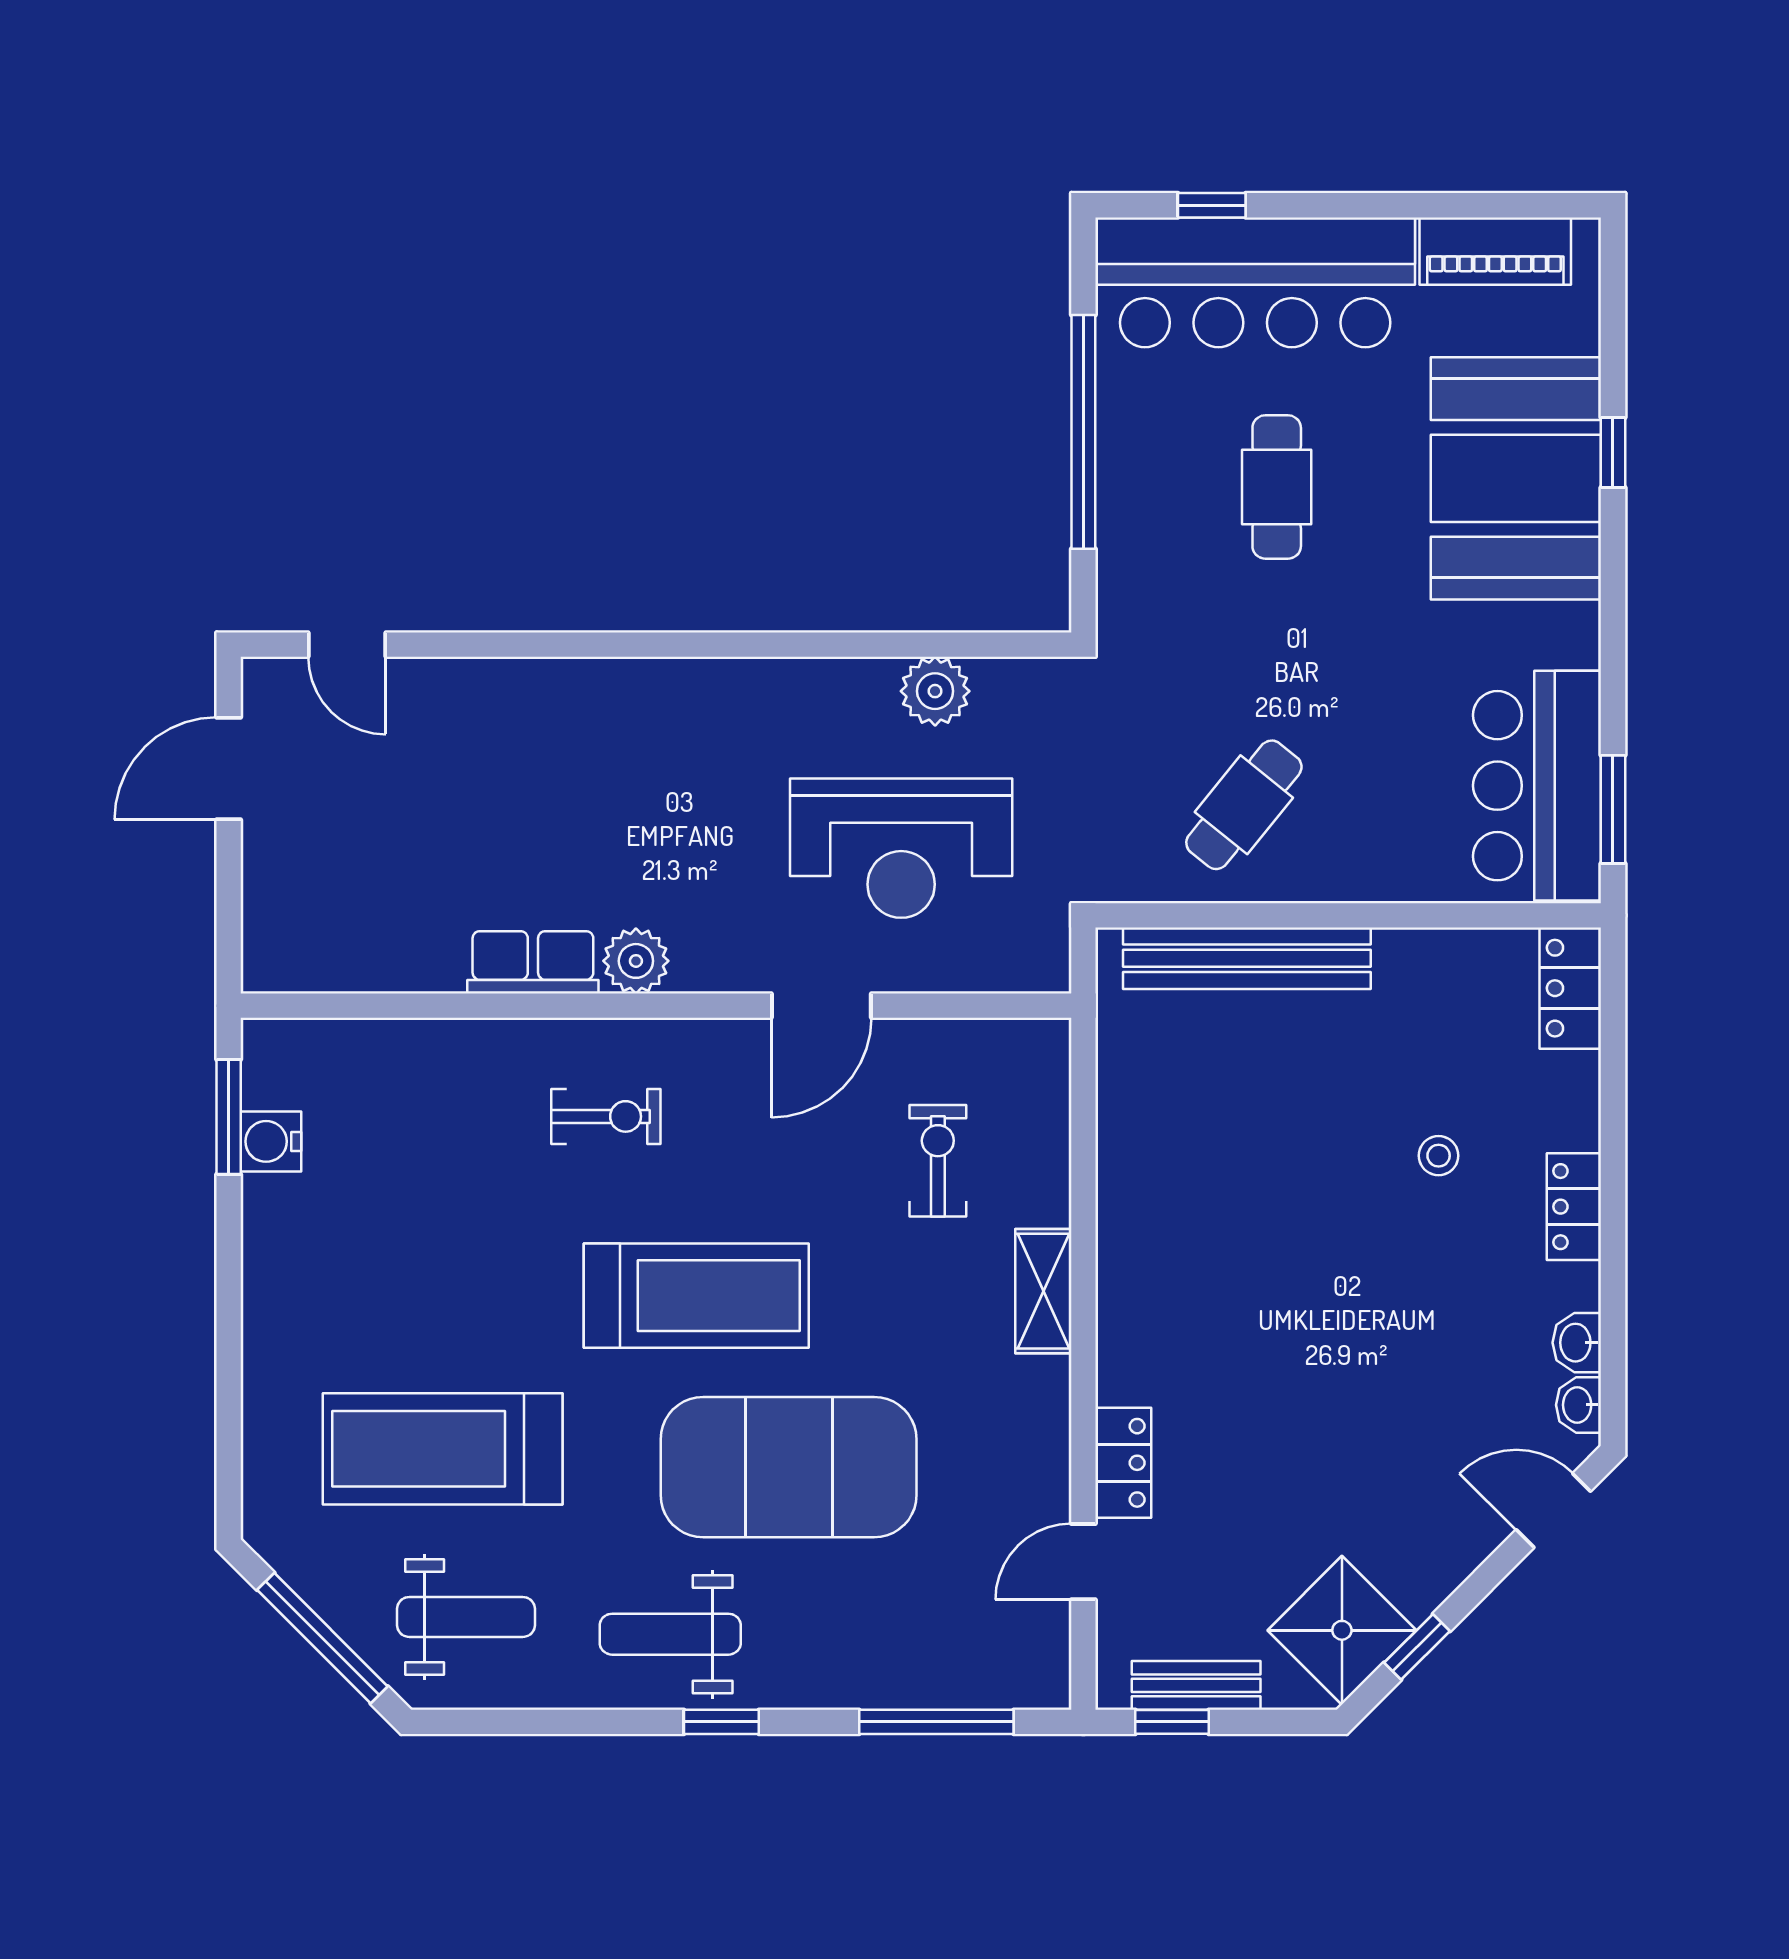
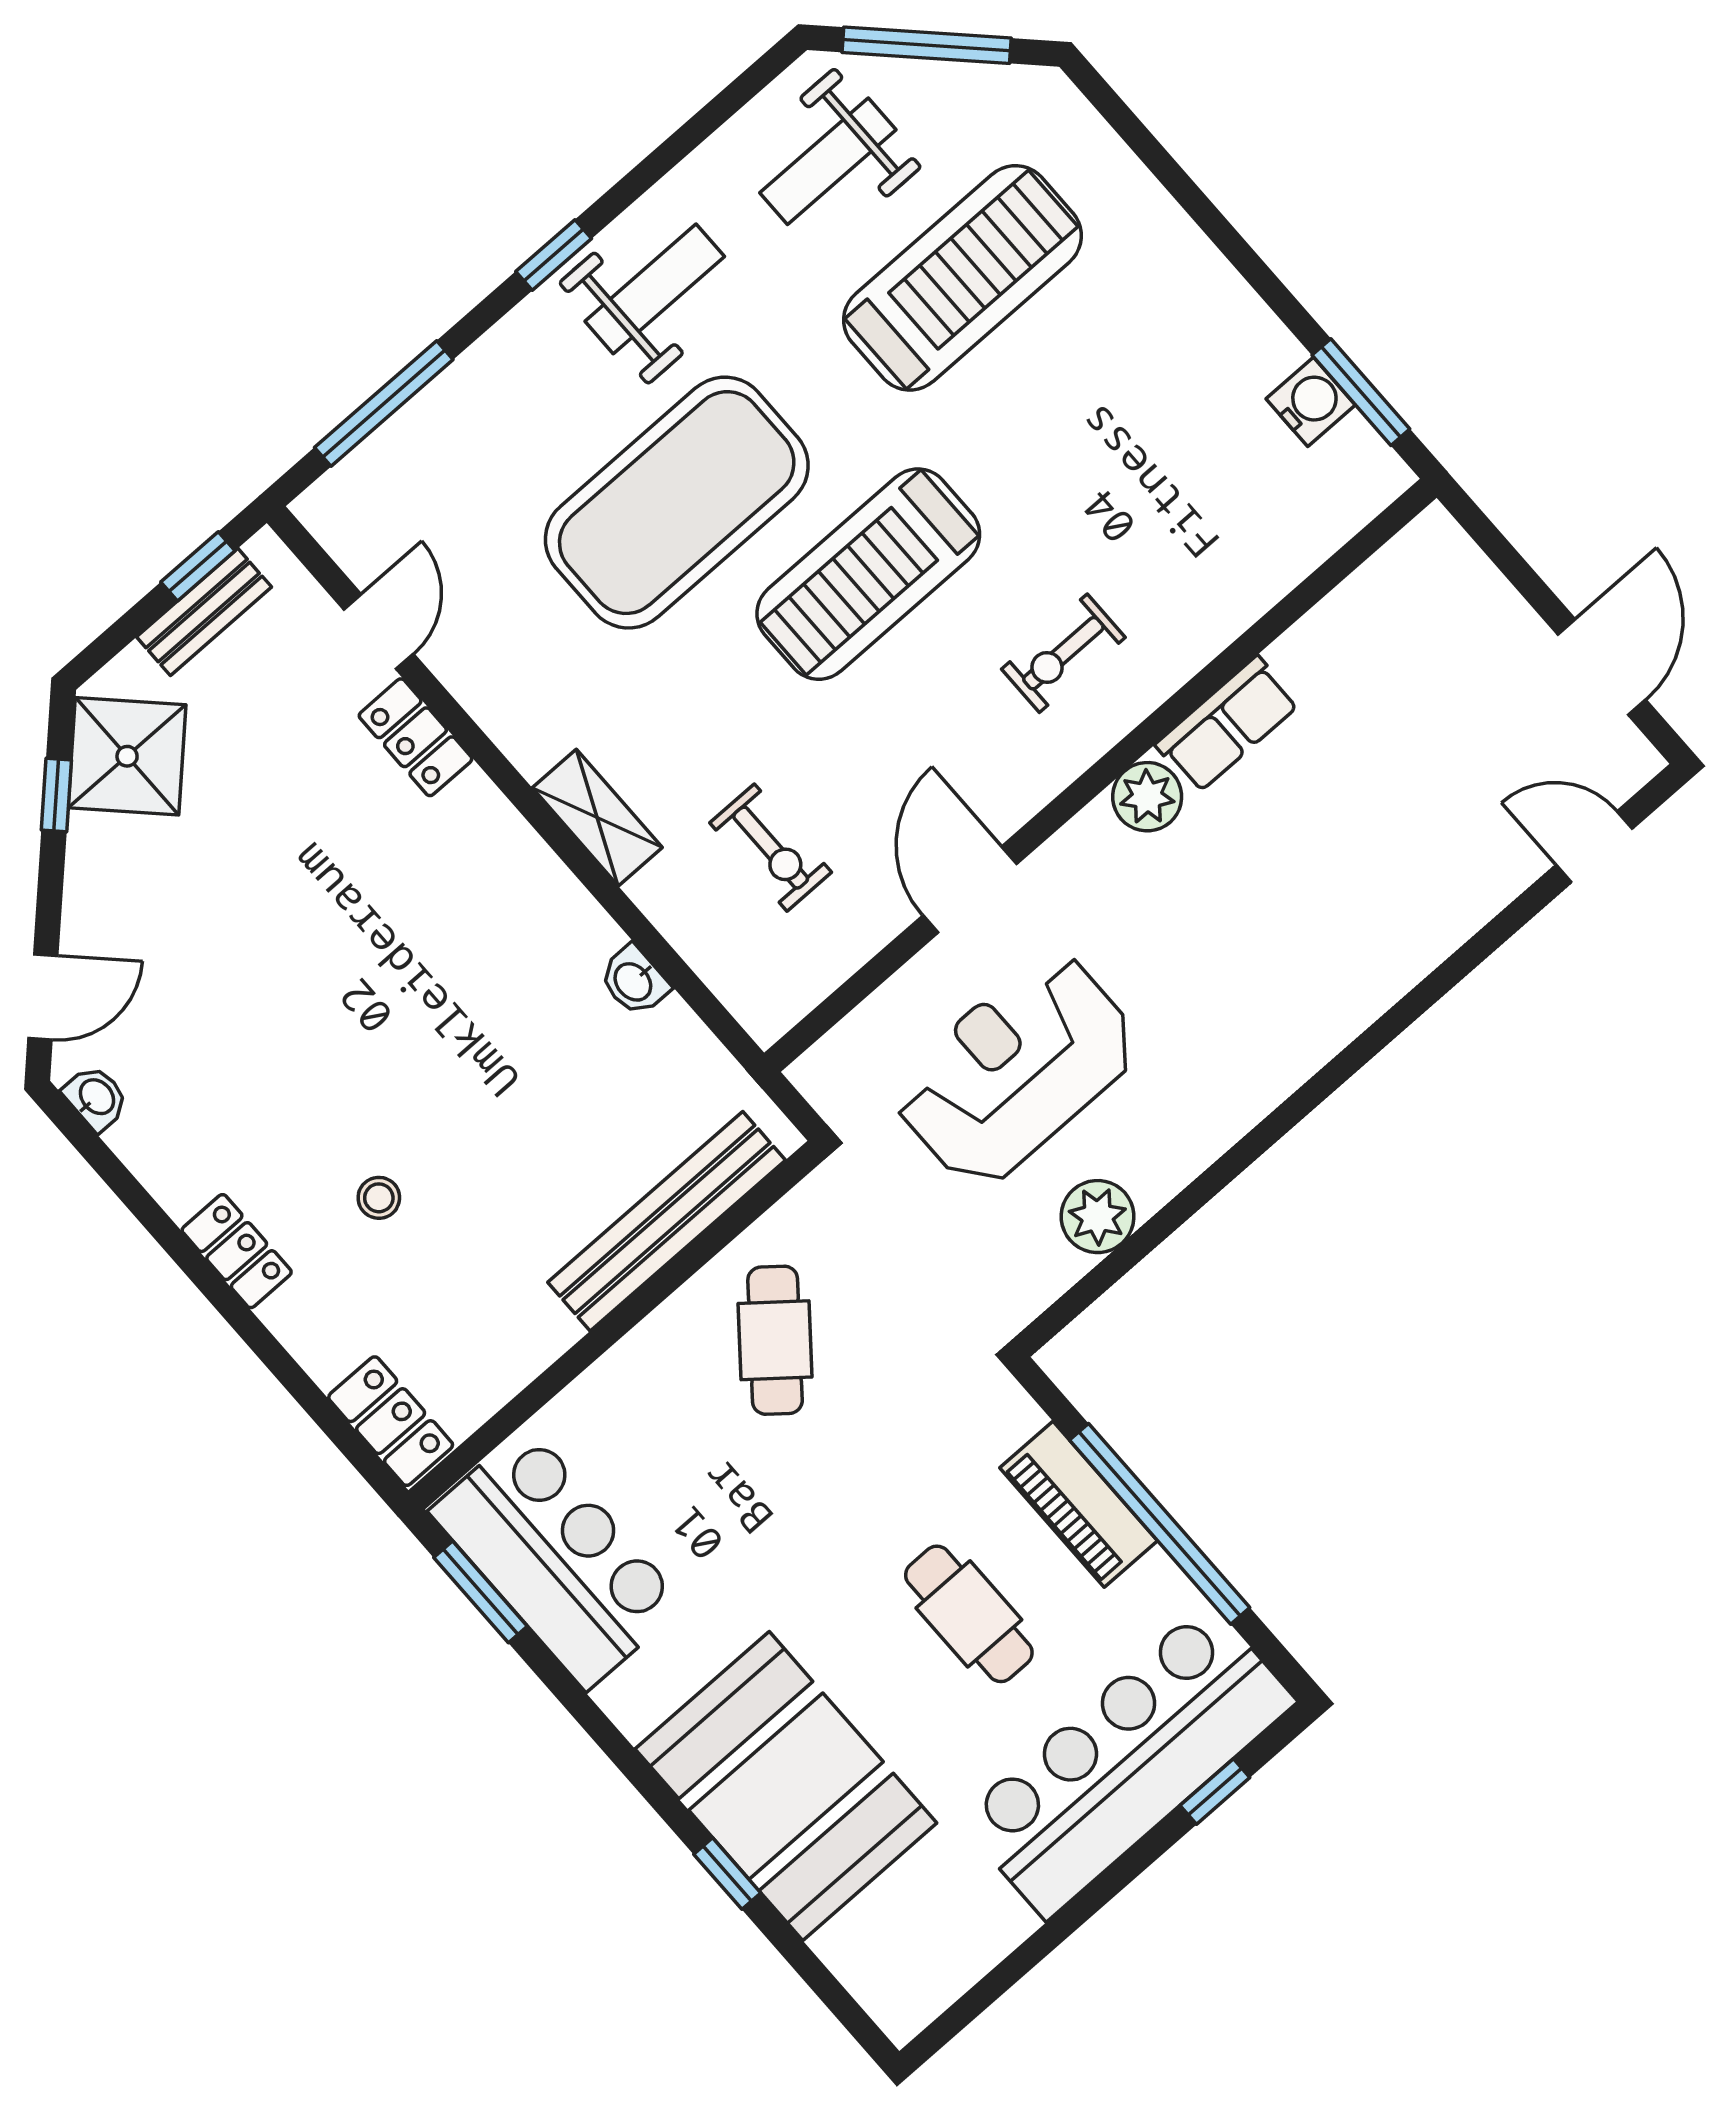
piano: (1495, 251) -> (1079, 1504), moved, turned -90
washbasin: (1577, 1343) -> (634, 981), moved, turned 180

